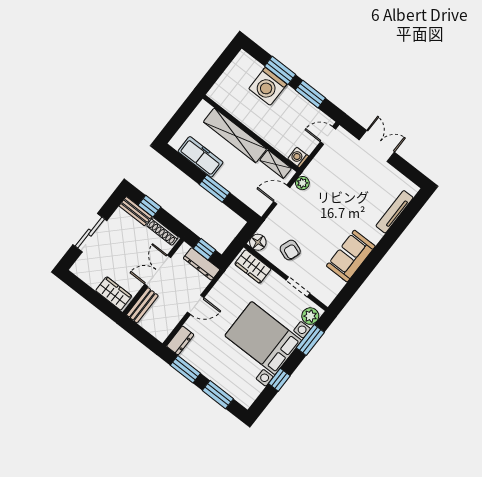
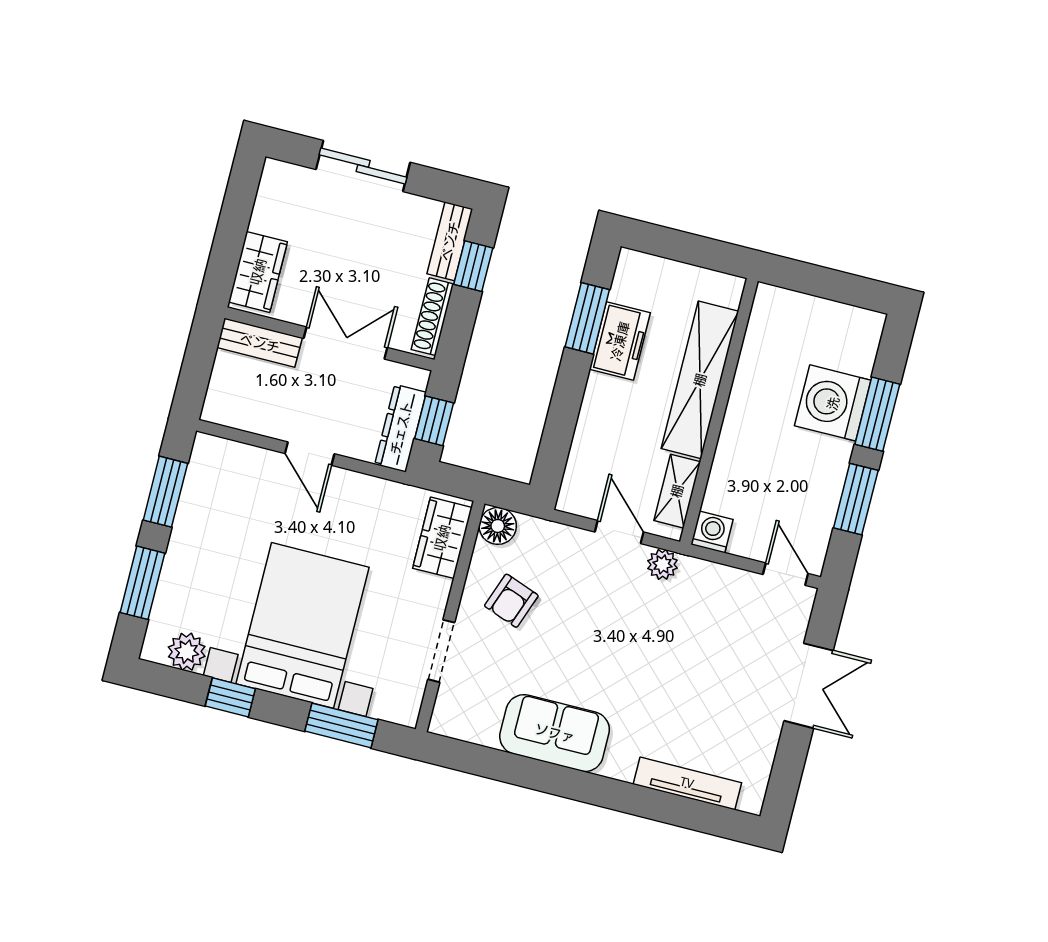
freezer: (201, 157) -> (620, 341), width x0.71
window: (215, 188) -> (587, 318), moved
plant: (310, 316) -> (187, 652), moved
dresser: (180, 340) -> (221, 454), removed

